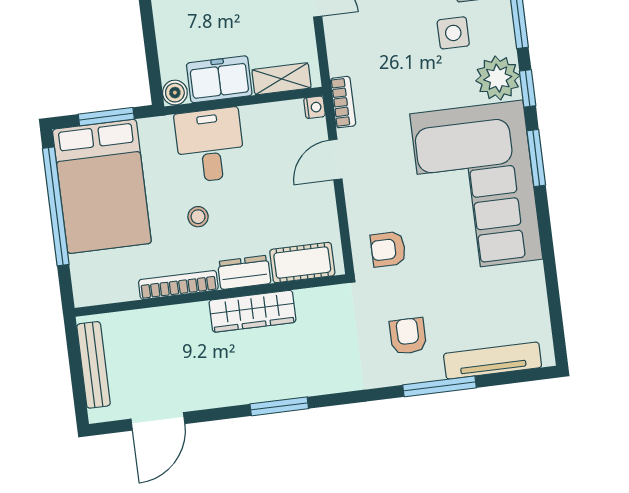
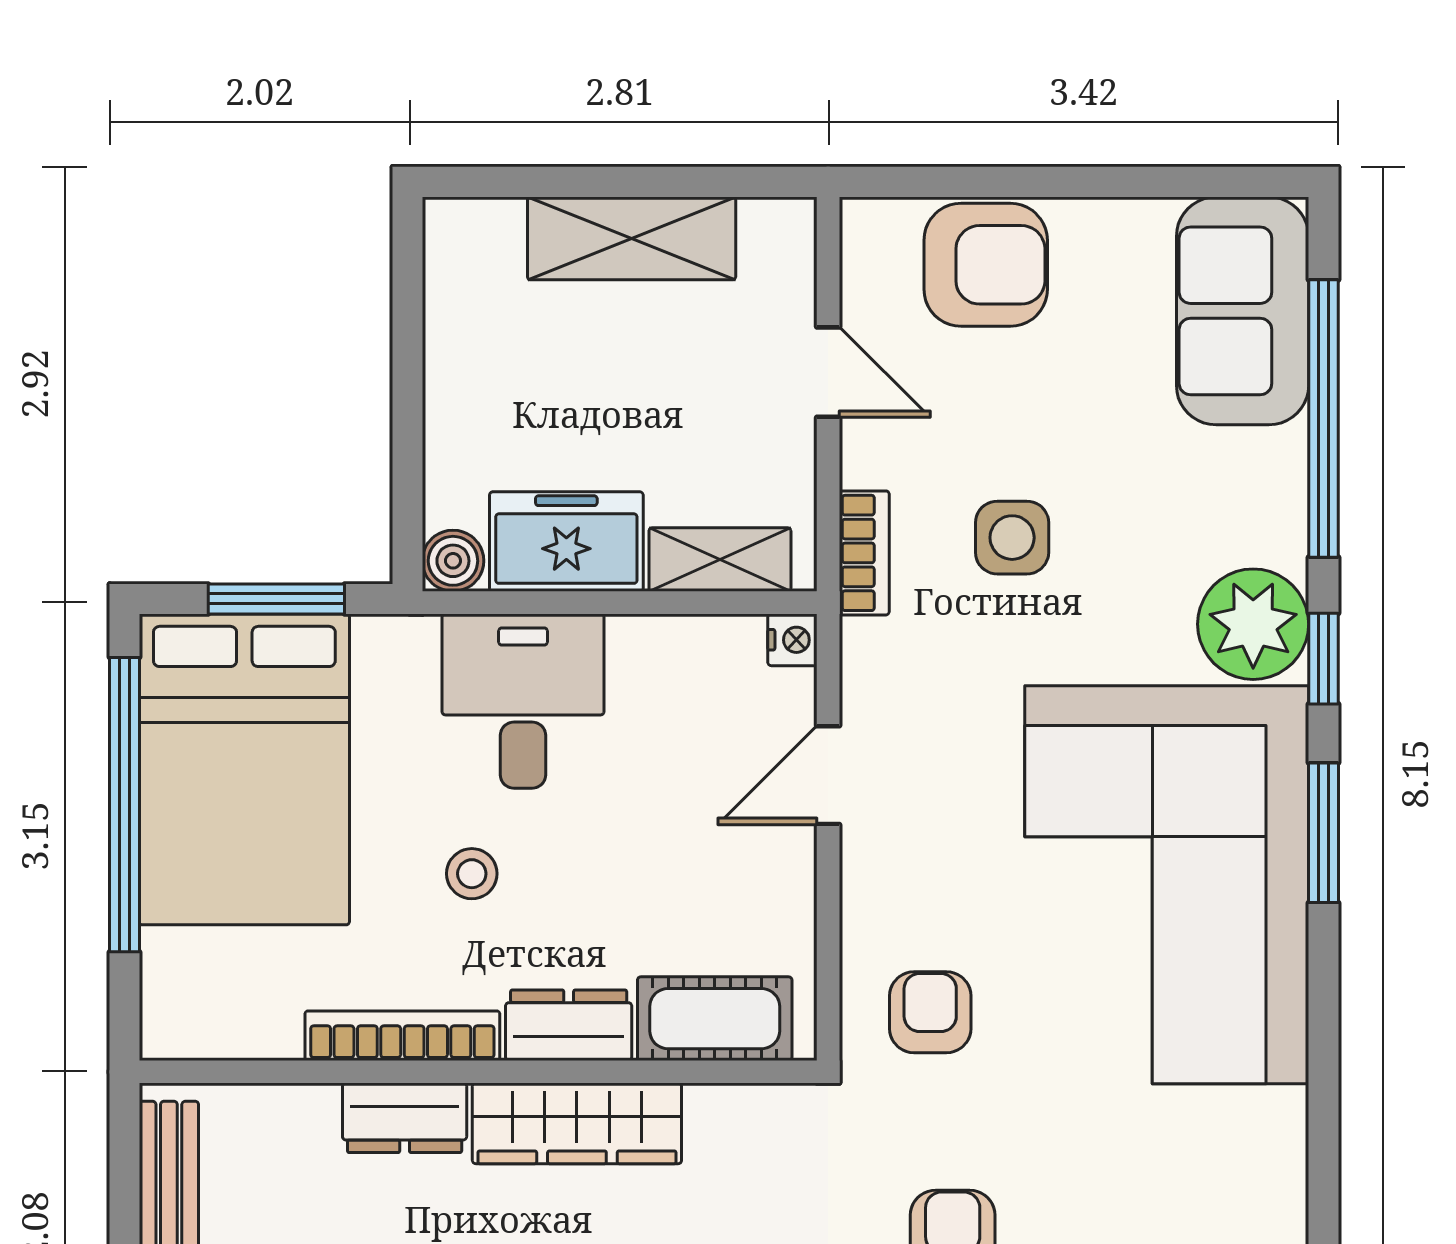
side table: (453, 33) -> (1012, 538), moved
bookcase: (343, 102) -> (864, 553), moved
armchair: (388, 249) -> (930, 1012), turned 90
dresser: (183, 318) -> (405, 1118), added

